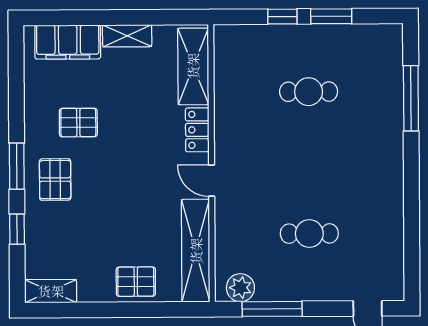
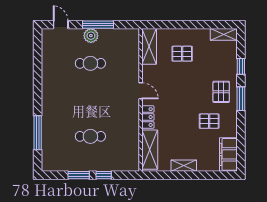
filing cabinet: (68, 42) -> (228, 154), moved, turned -90
shelving: (196, 251) -> (149, 46), width x0.68
pallet: (136, 282) -> (182, 54), moved
plant: (240, 288) -> (91, 36), moved
window: (272, 309) -> (98, 25), moved

